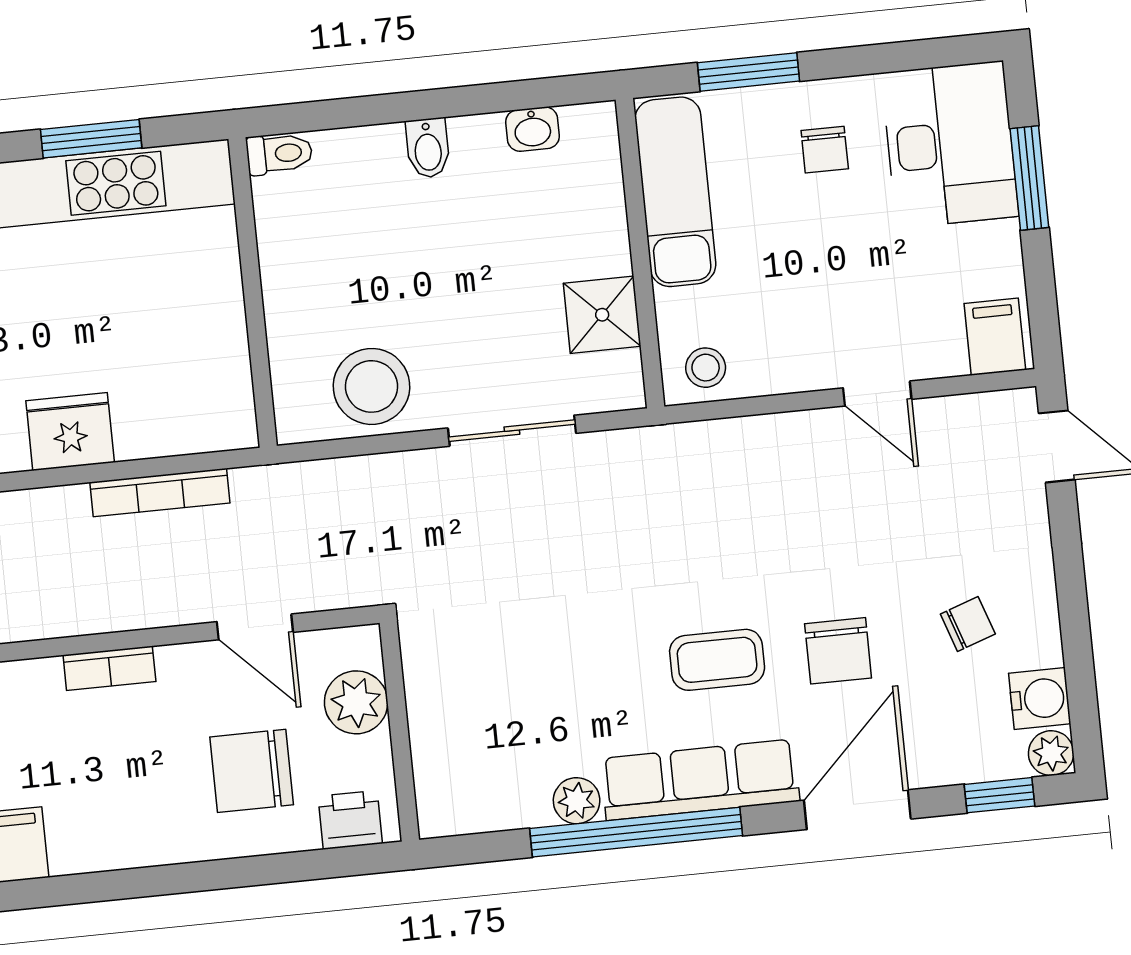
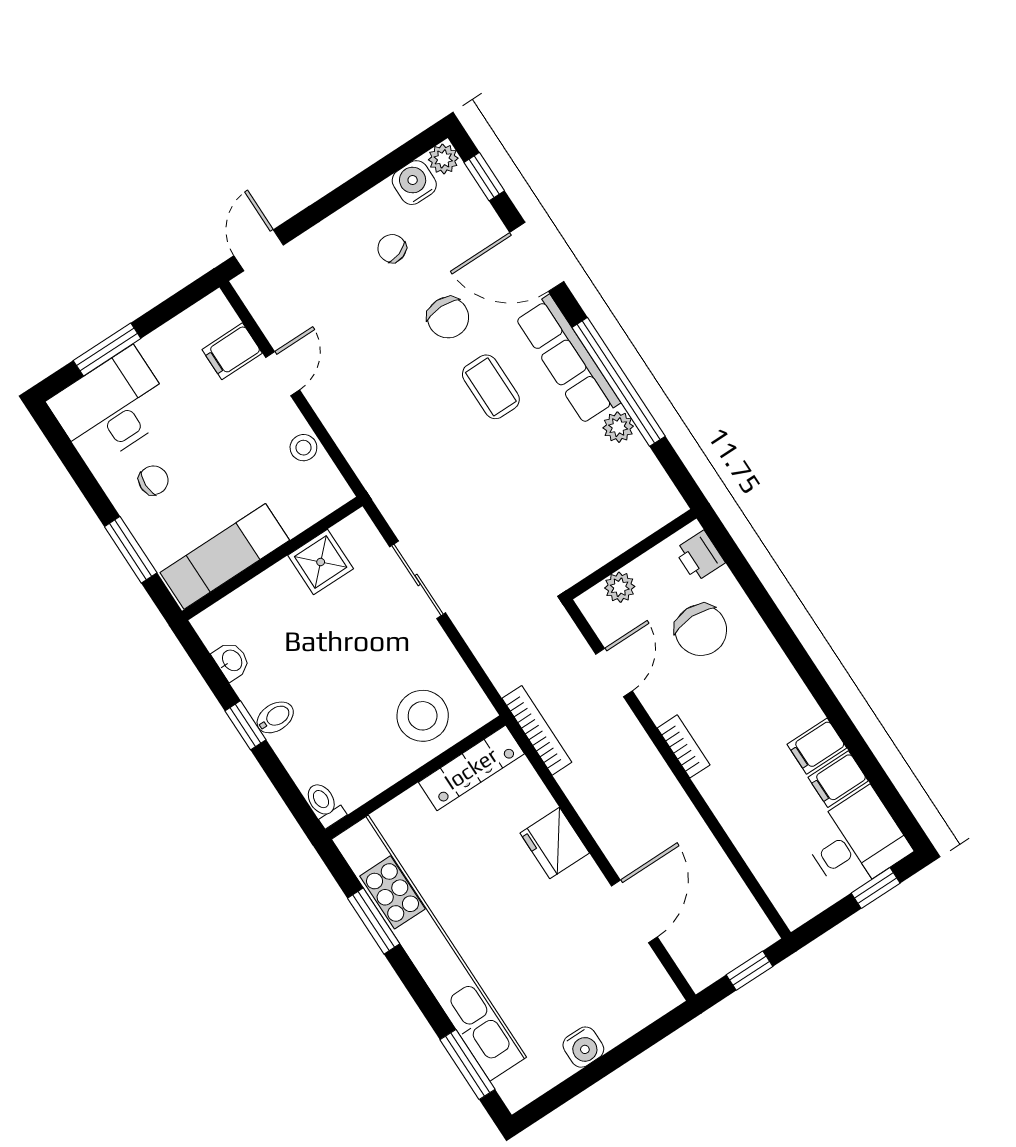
window: (438, 104) -> (246, 725), added
filing cabinet: (995, 337) -> (232, 351), moved
stool: (706, 368) -> (303, 448), moved
locker: (226, 373) -> (471, 768), added
stool: (371, 386) -> (423, 716), moved
bookcase: (160, 493) -> (537, 730), moved
chair: (838, 651) -> (448, 317), turned 90
plant: (356, 702) -> (620, 587), width x0.73, depth x0.73

